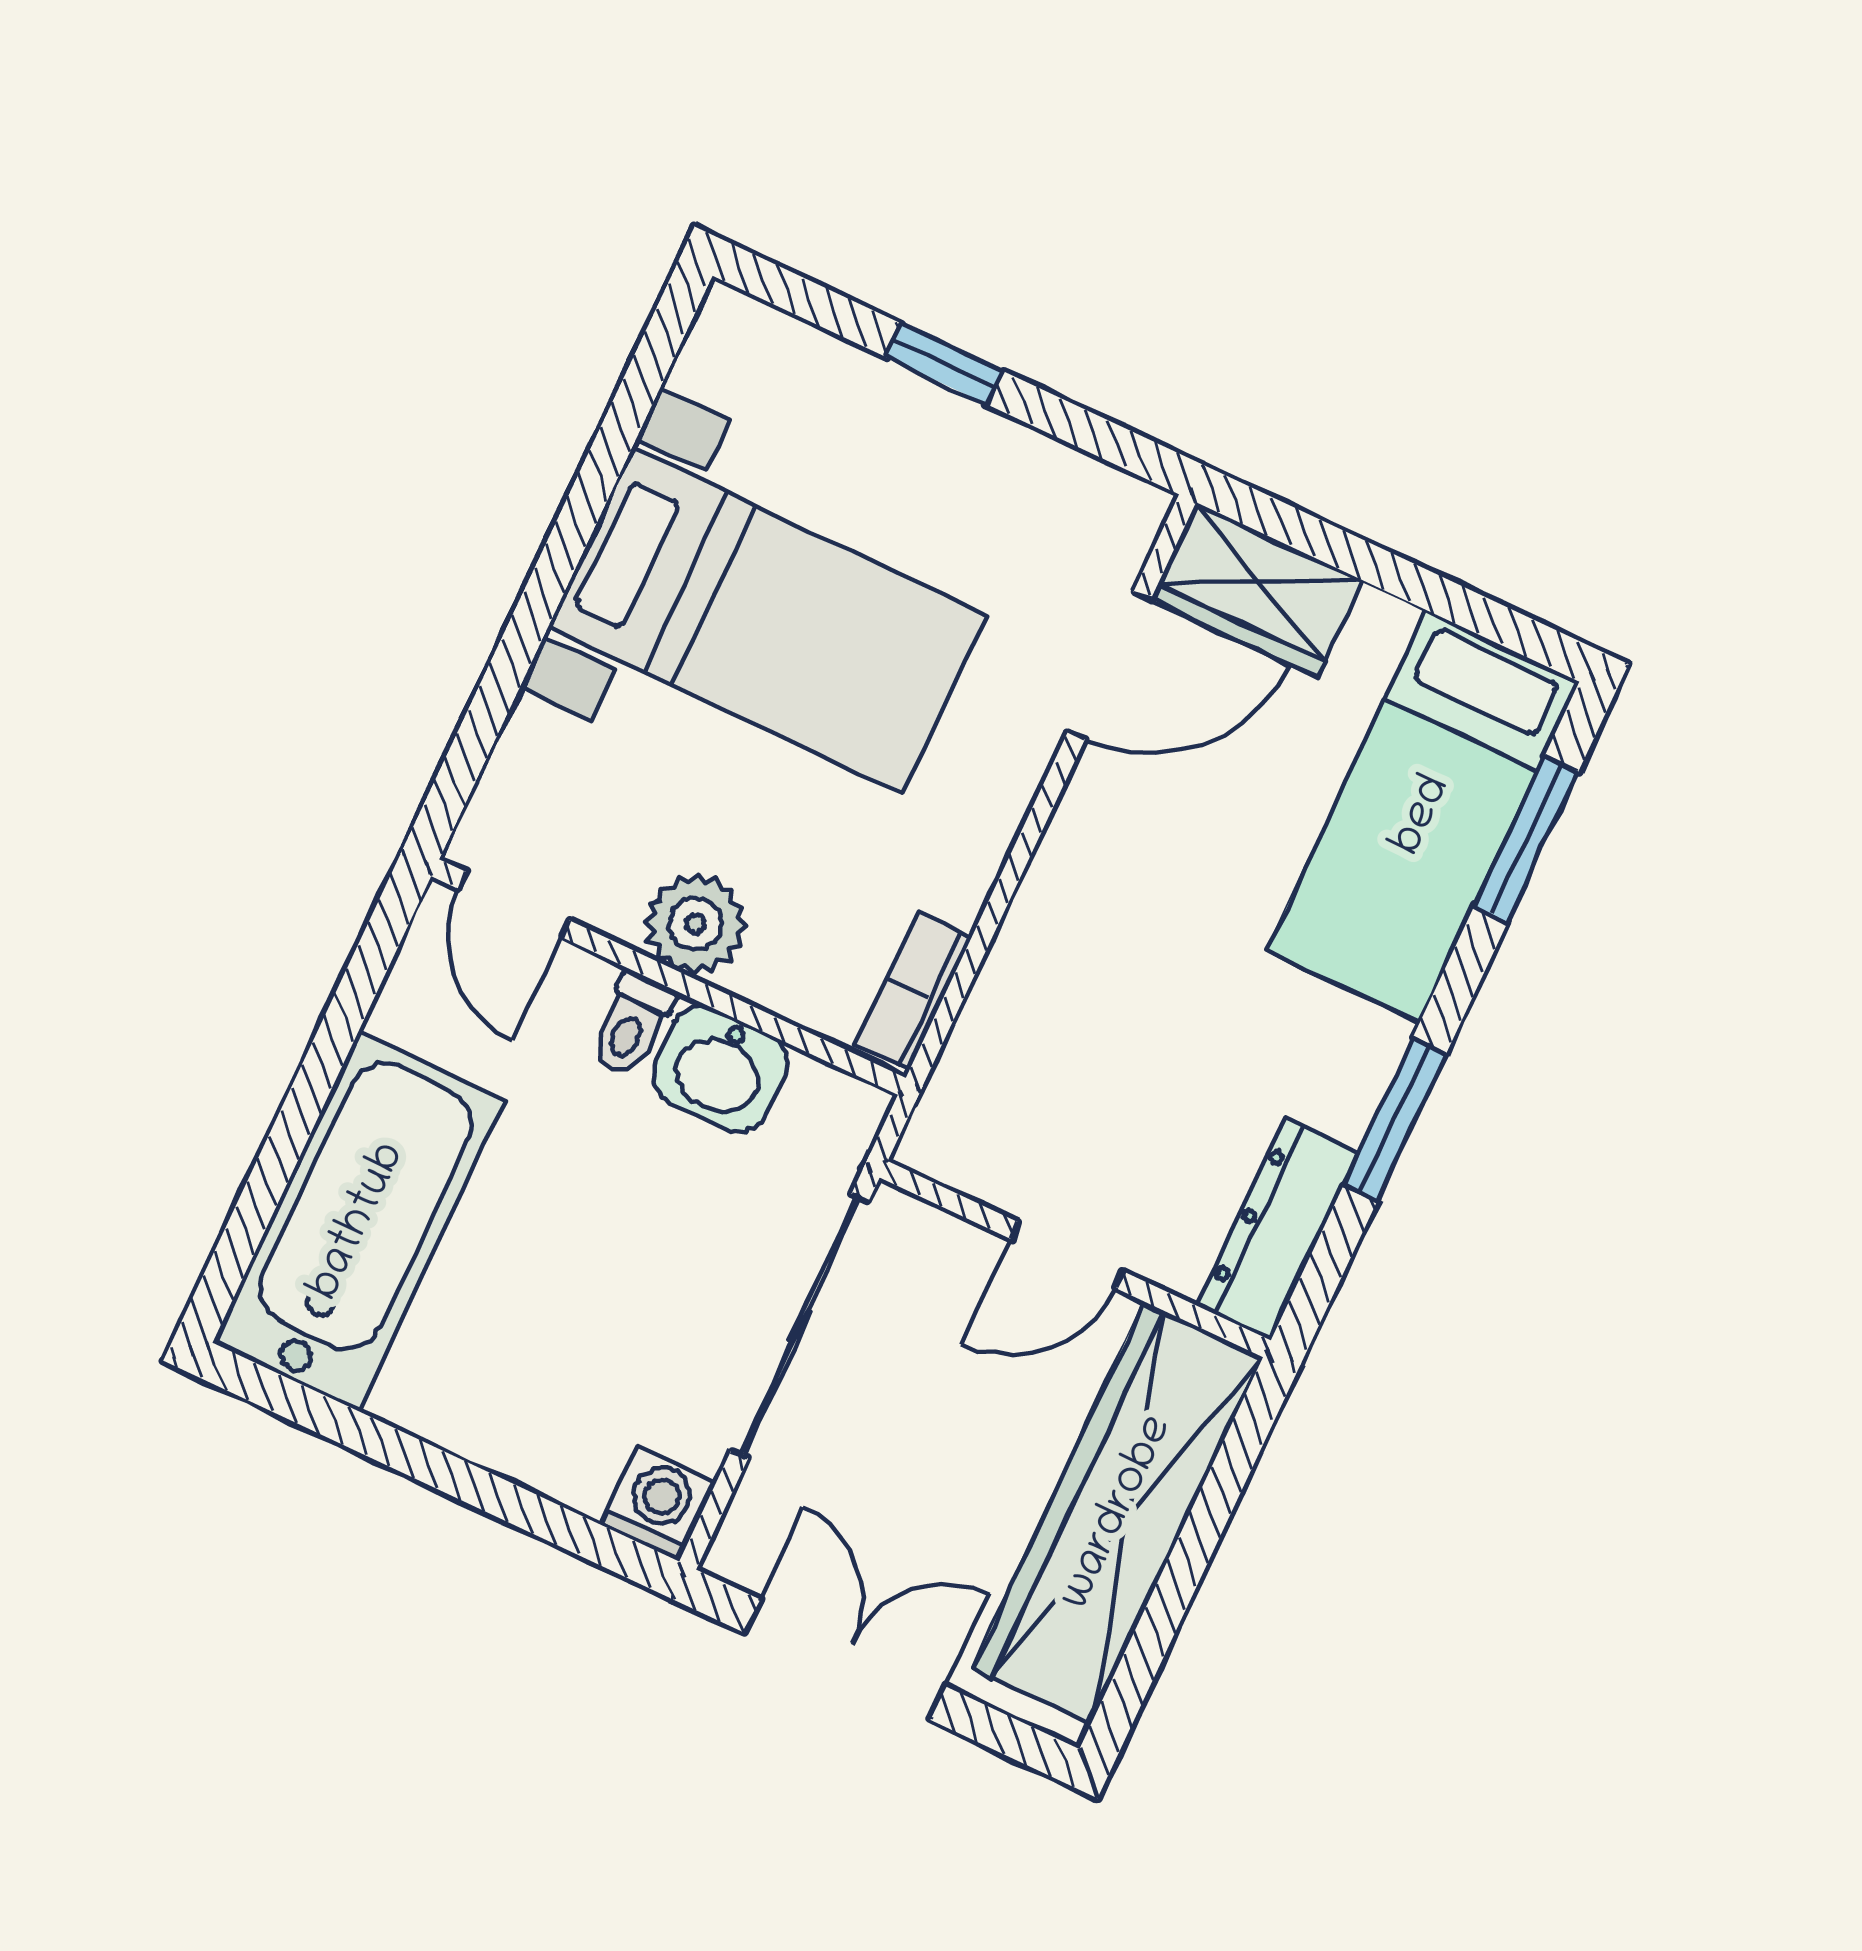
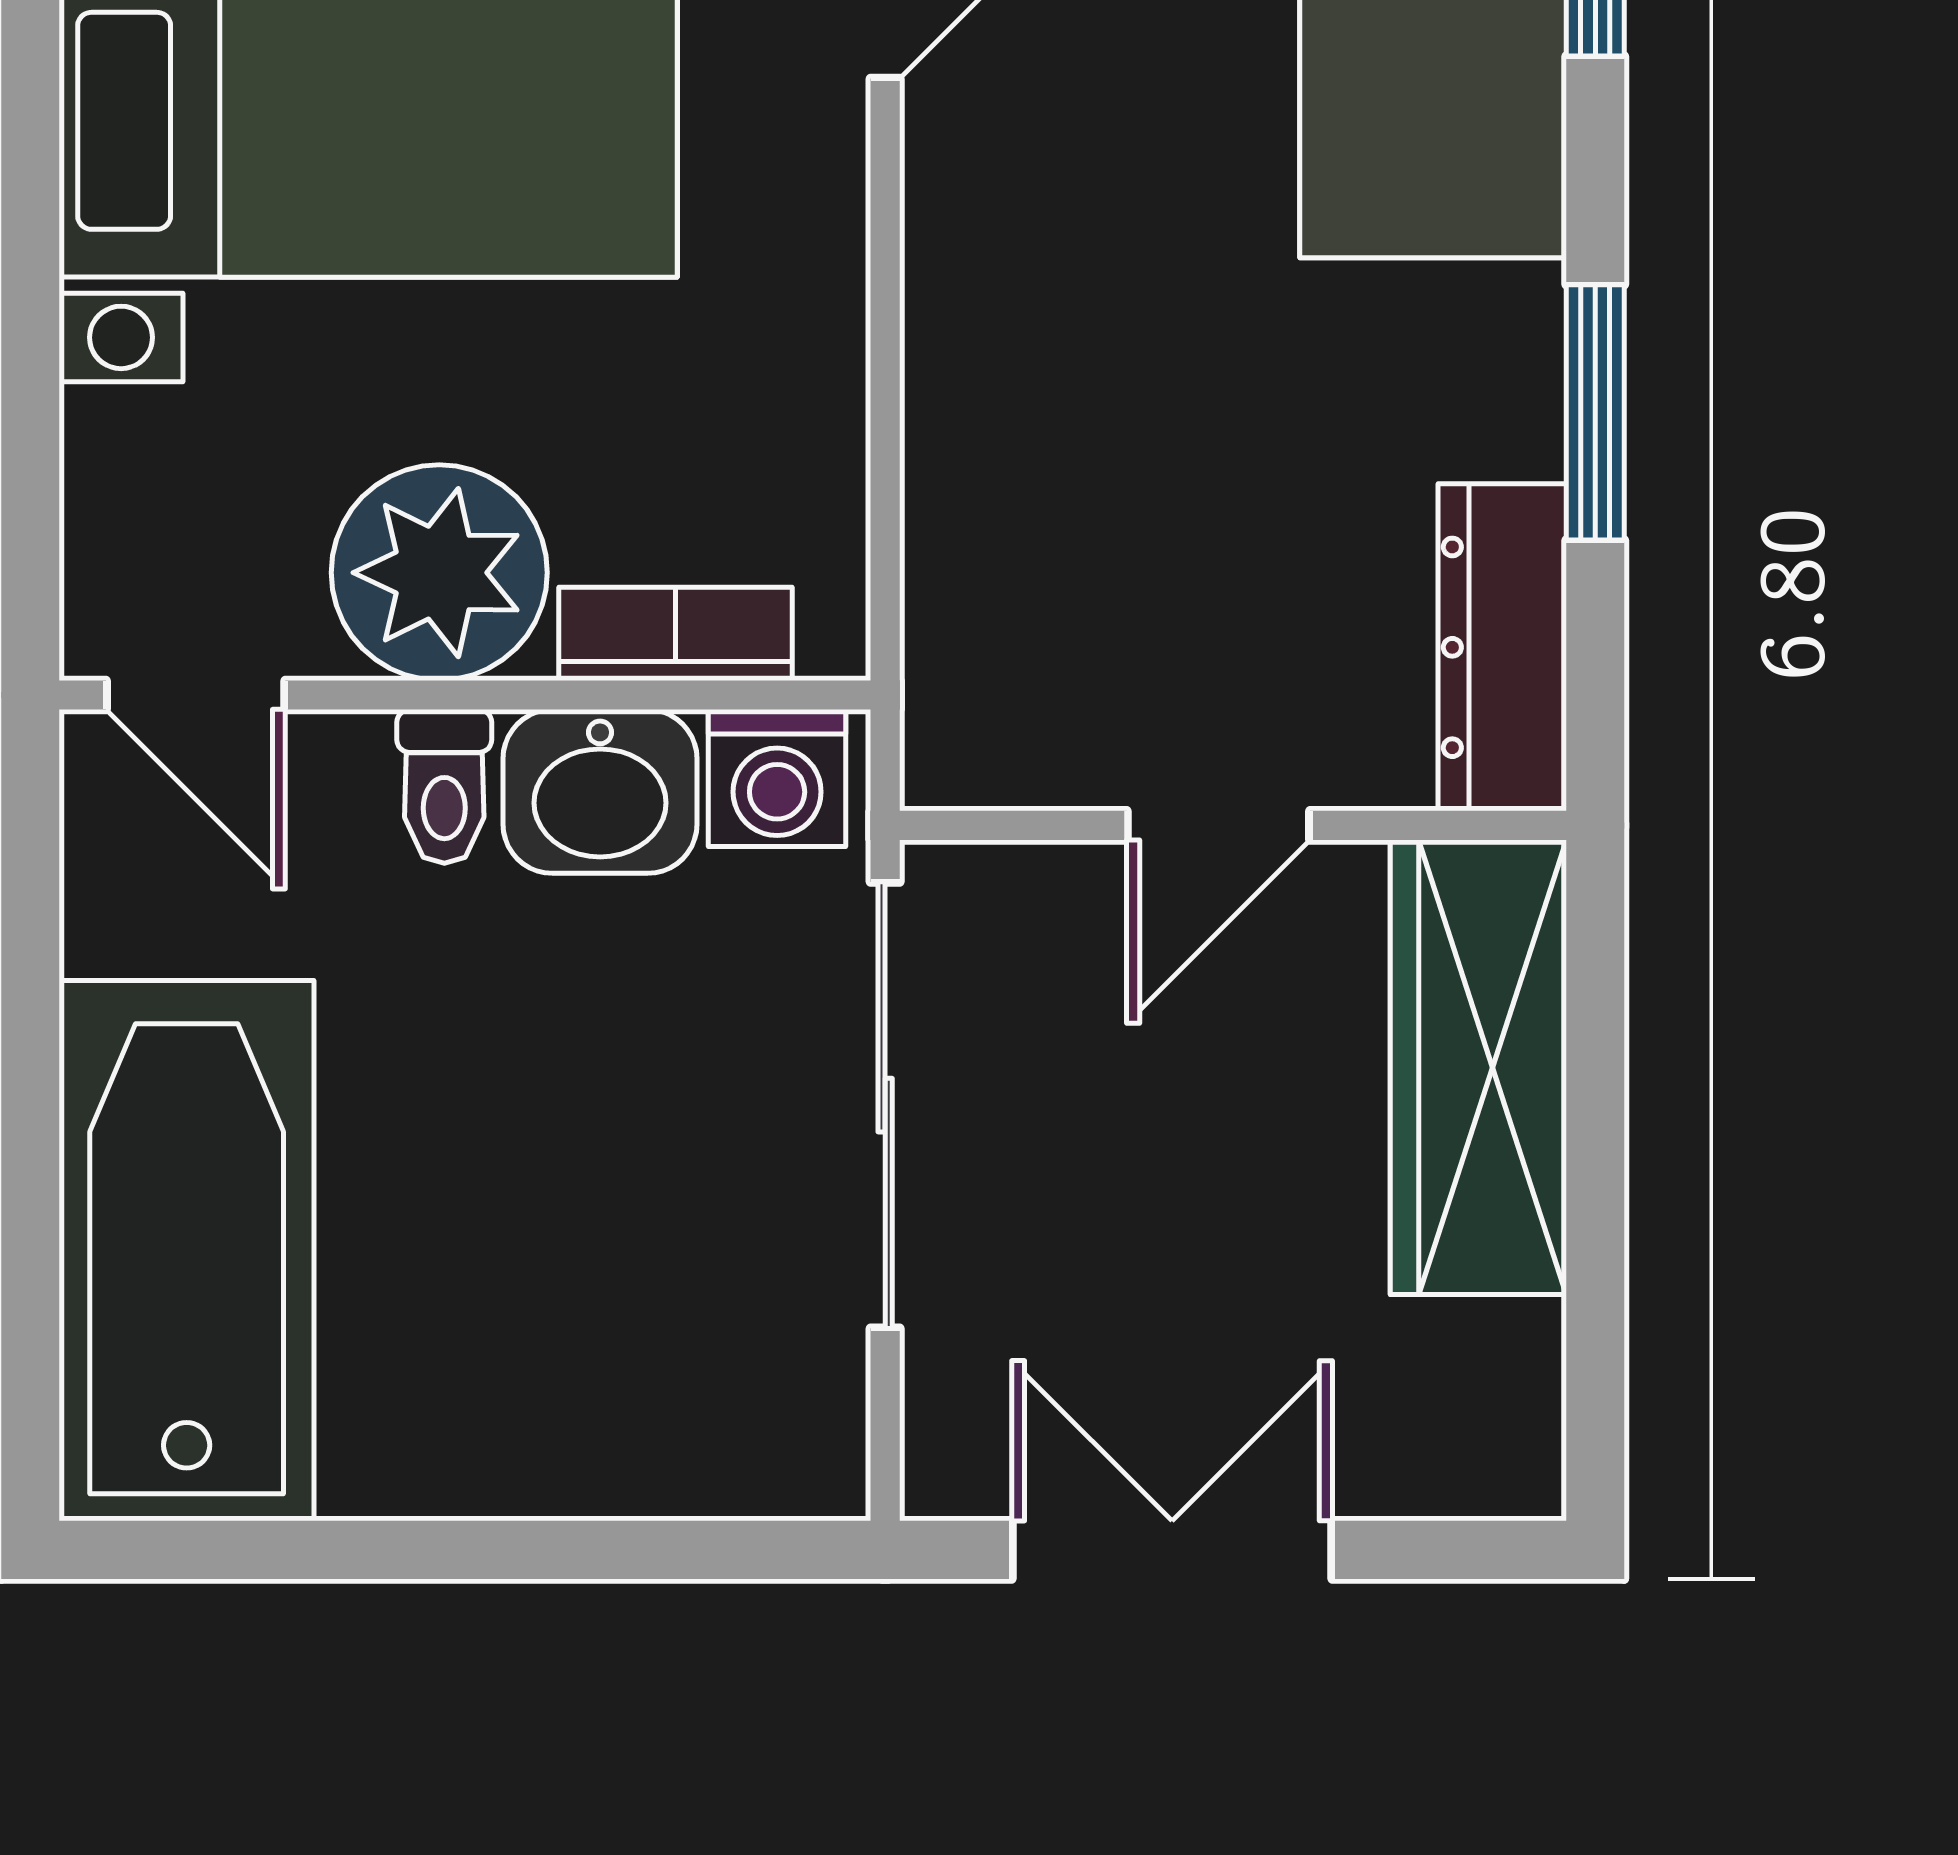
plant: (695, 924) -> (439, 573), width x1.36, depth x1.36
bookcase: (914, 991) -> (675, 634), moved, turned 90
washing machine: (658, 1504) -> (777, 778), moved, turned 180
wardrobe: (1118, 1513) -> (1478, 1067), width x0.71, depth x0.85

